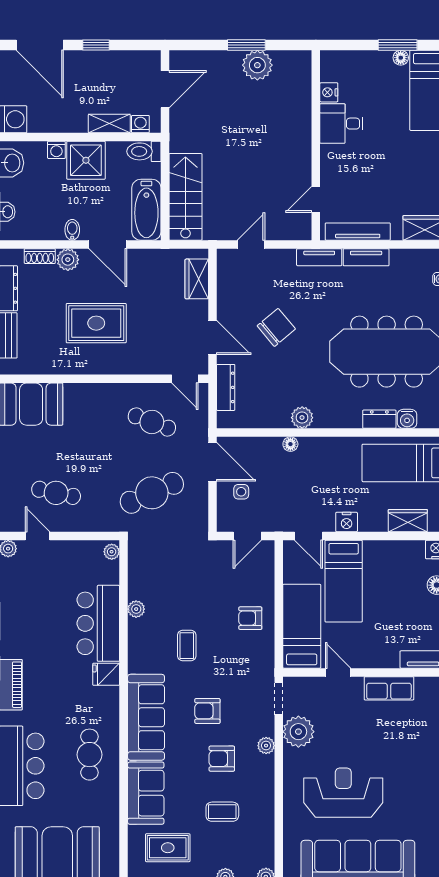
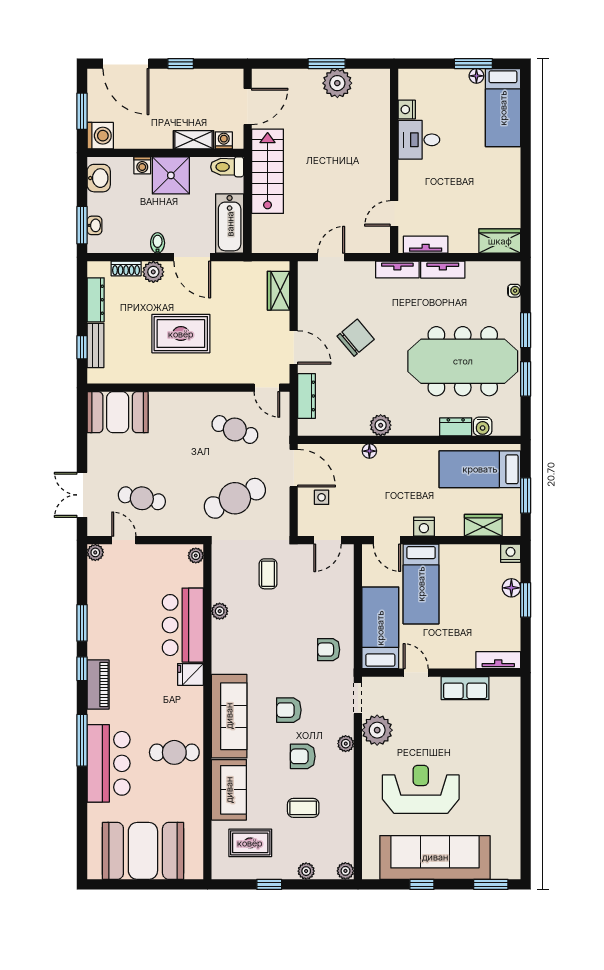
stairs: (185, 197) -> (268, 171), moved
tv unit: (358, 232) -> (426, 245), width x0.71
armchair: (250, 618) -> (329, 650), moved
coffee table: (187, 646) -> (268, 574), moved
cafe table: (89, 755) -> (174, 752), turned 90

